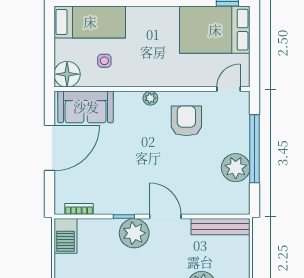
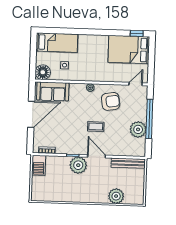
armchair: (186, 121) -> (111, 101), turned 81
coffee table: (162, 165) -> (96, 127), added

